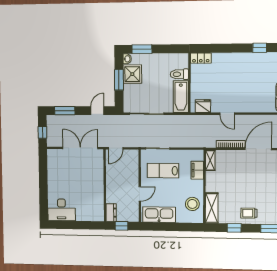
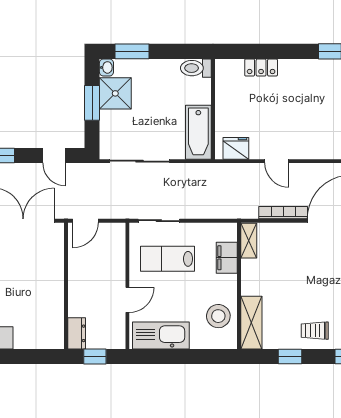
locker: (201, 58) -> (261, 68), moved
toilet: (179, 74) -> (196, 68), moved
door: (97, 111) -> (54, 156), swing flipped

